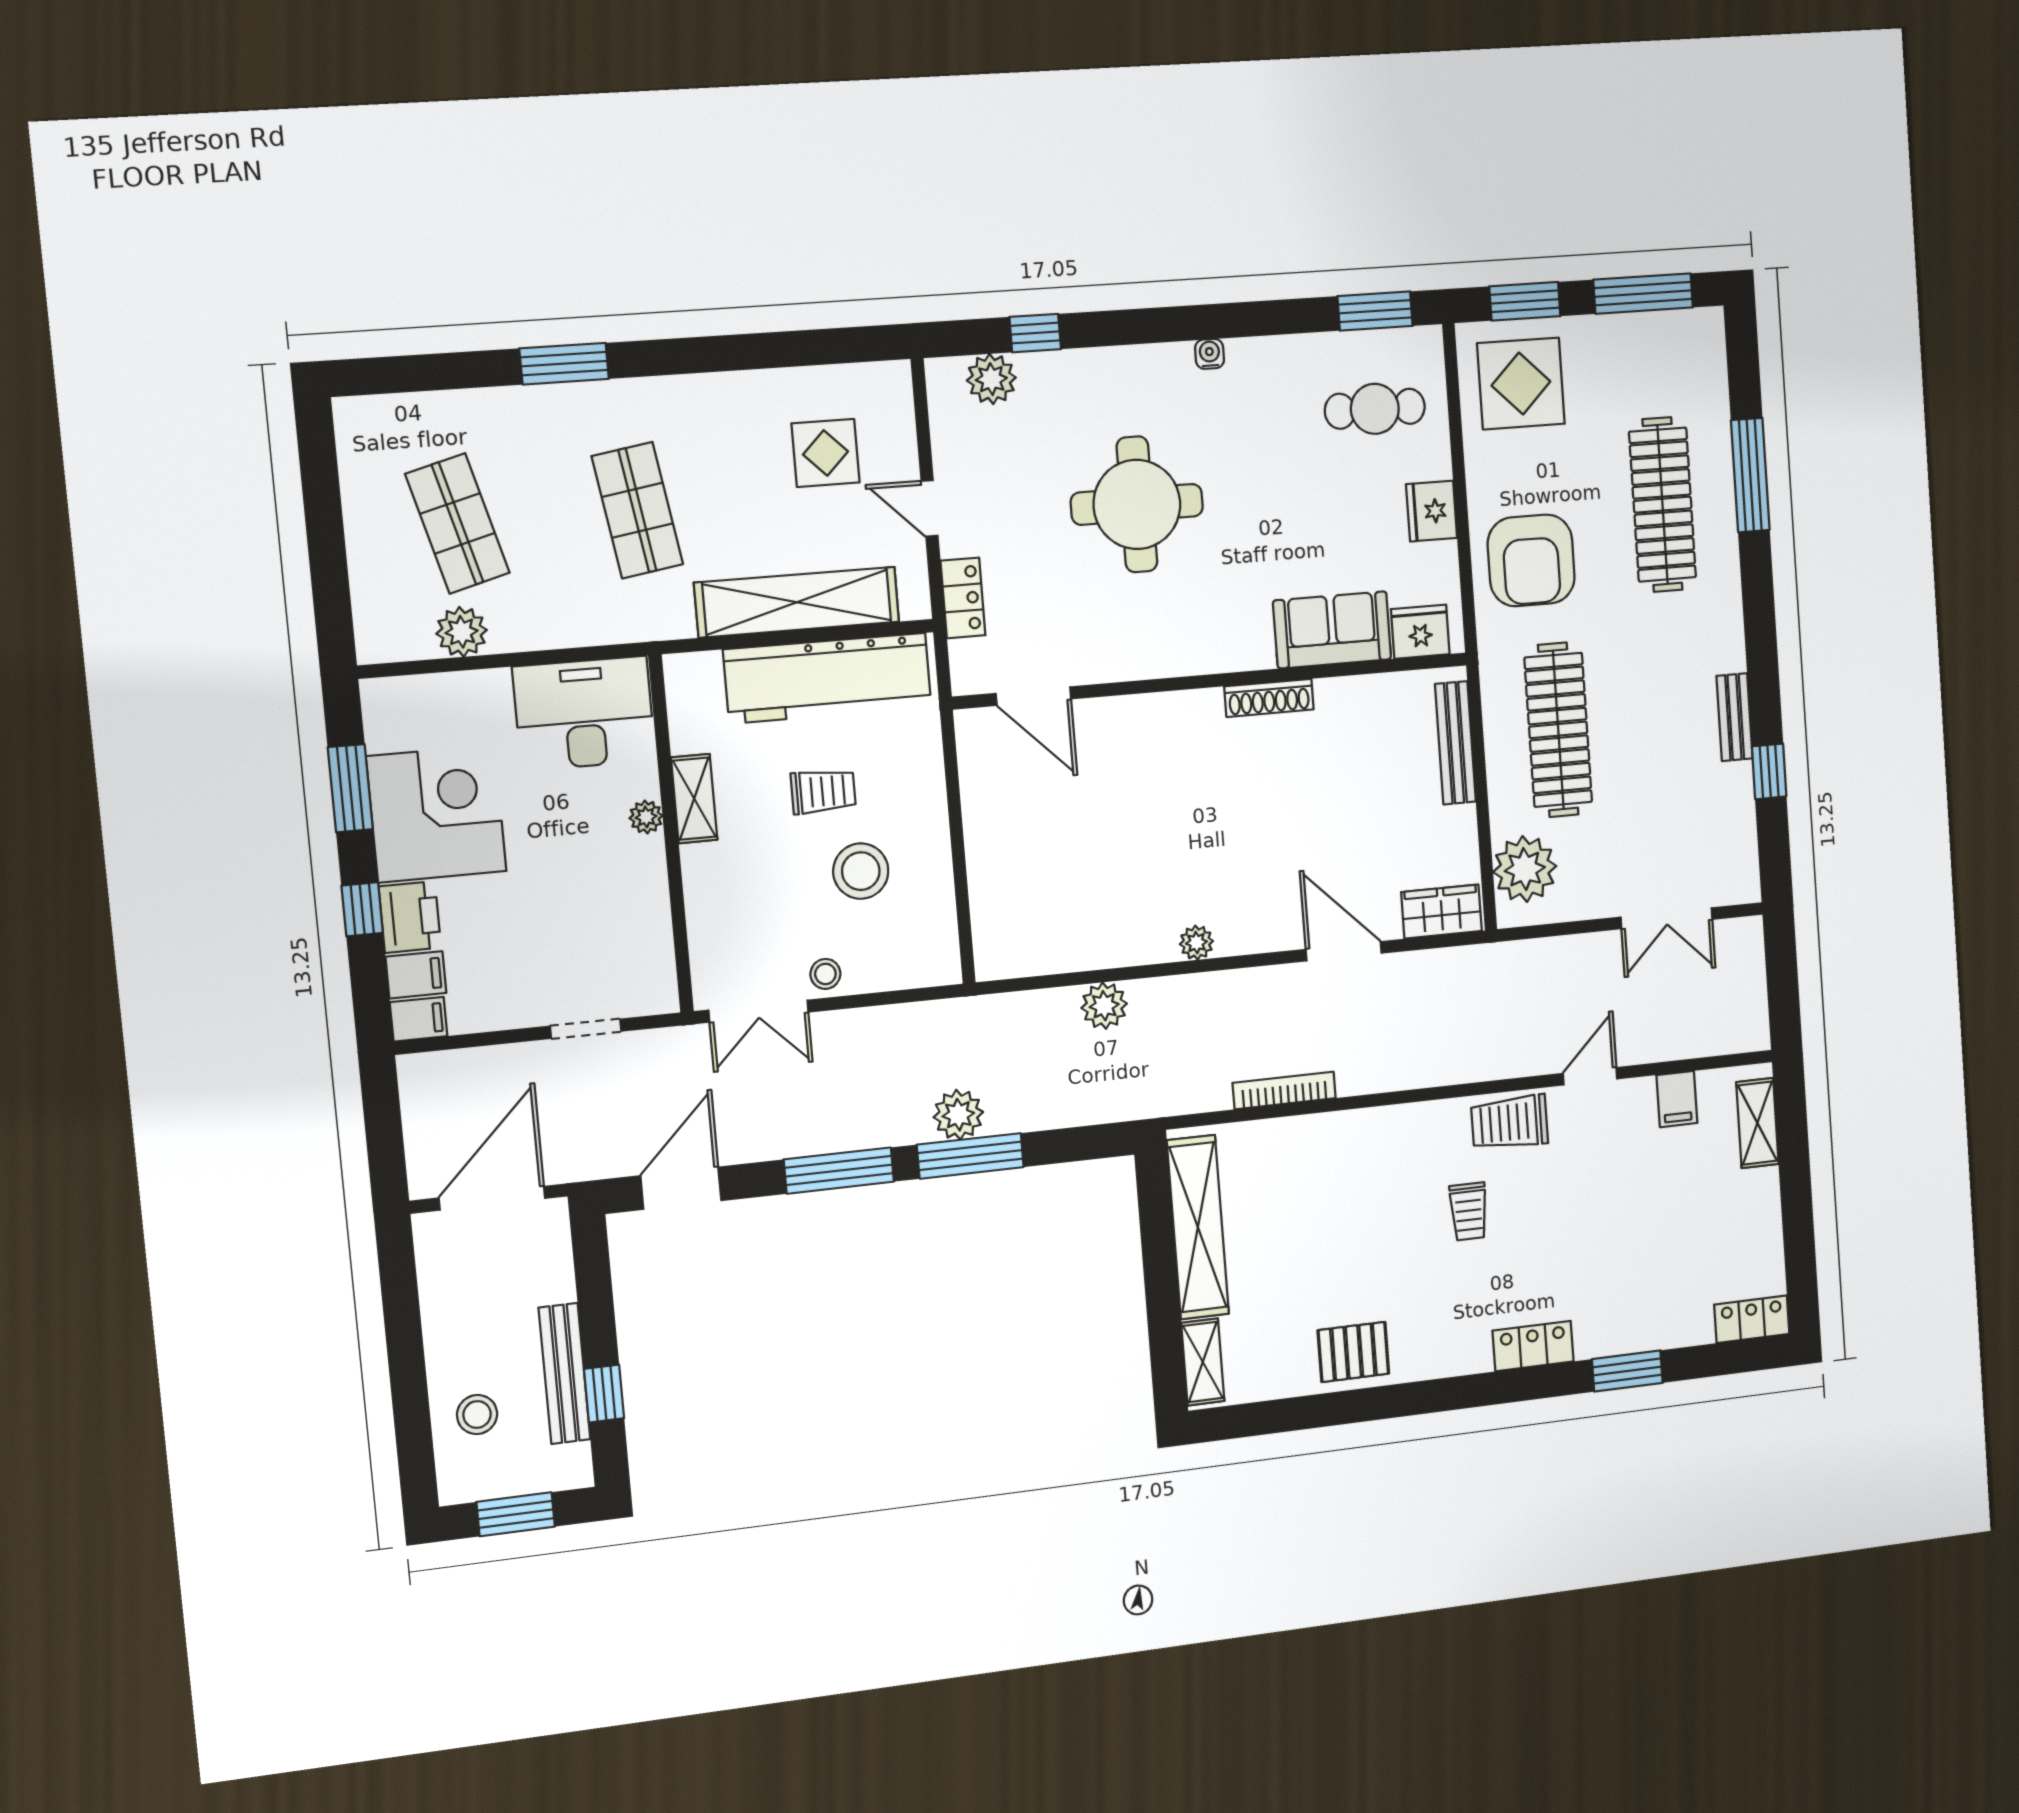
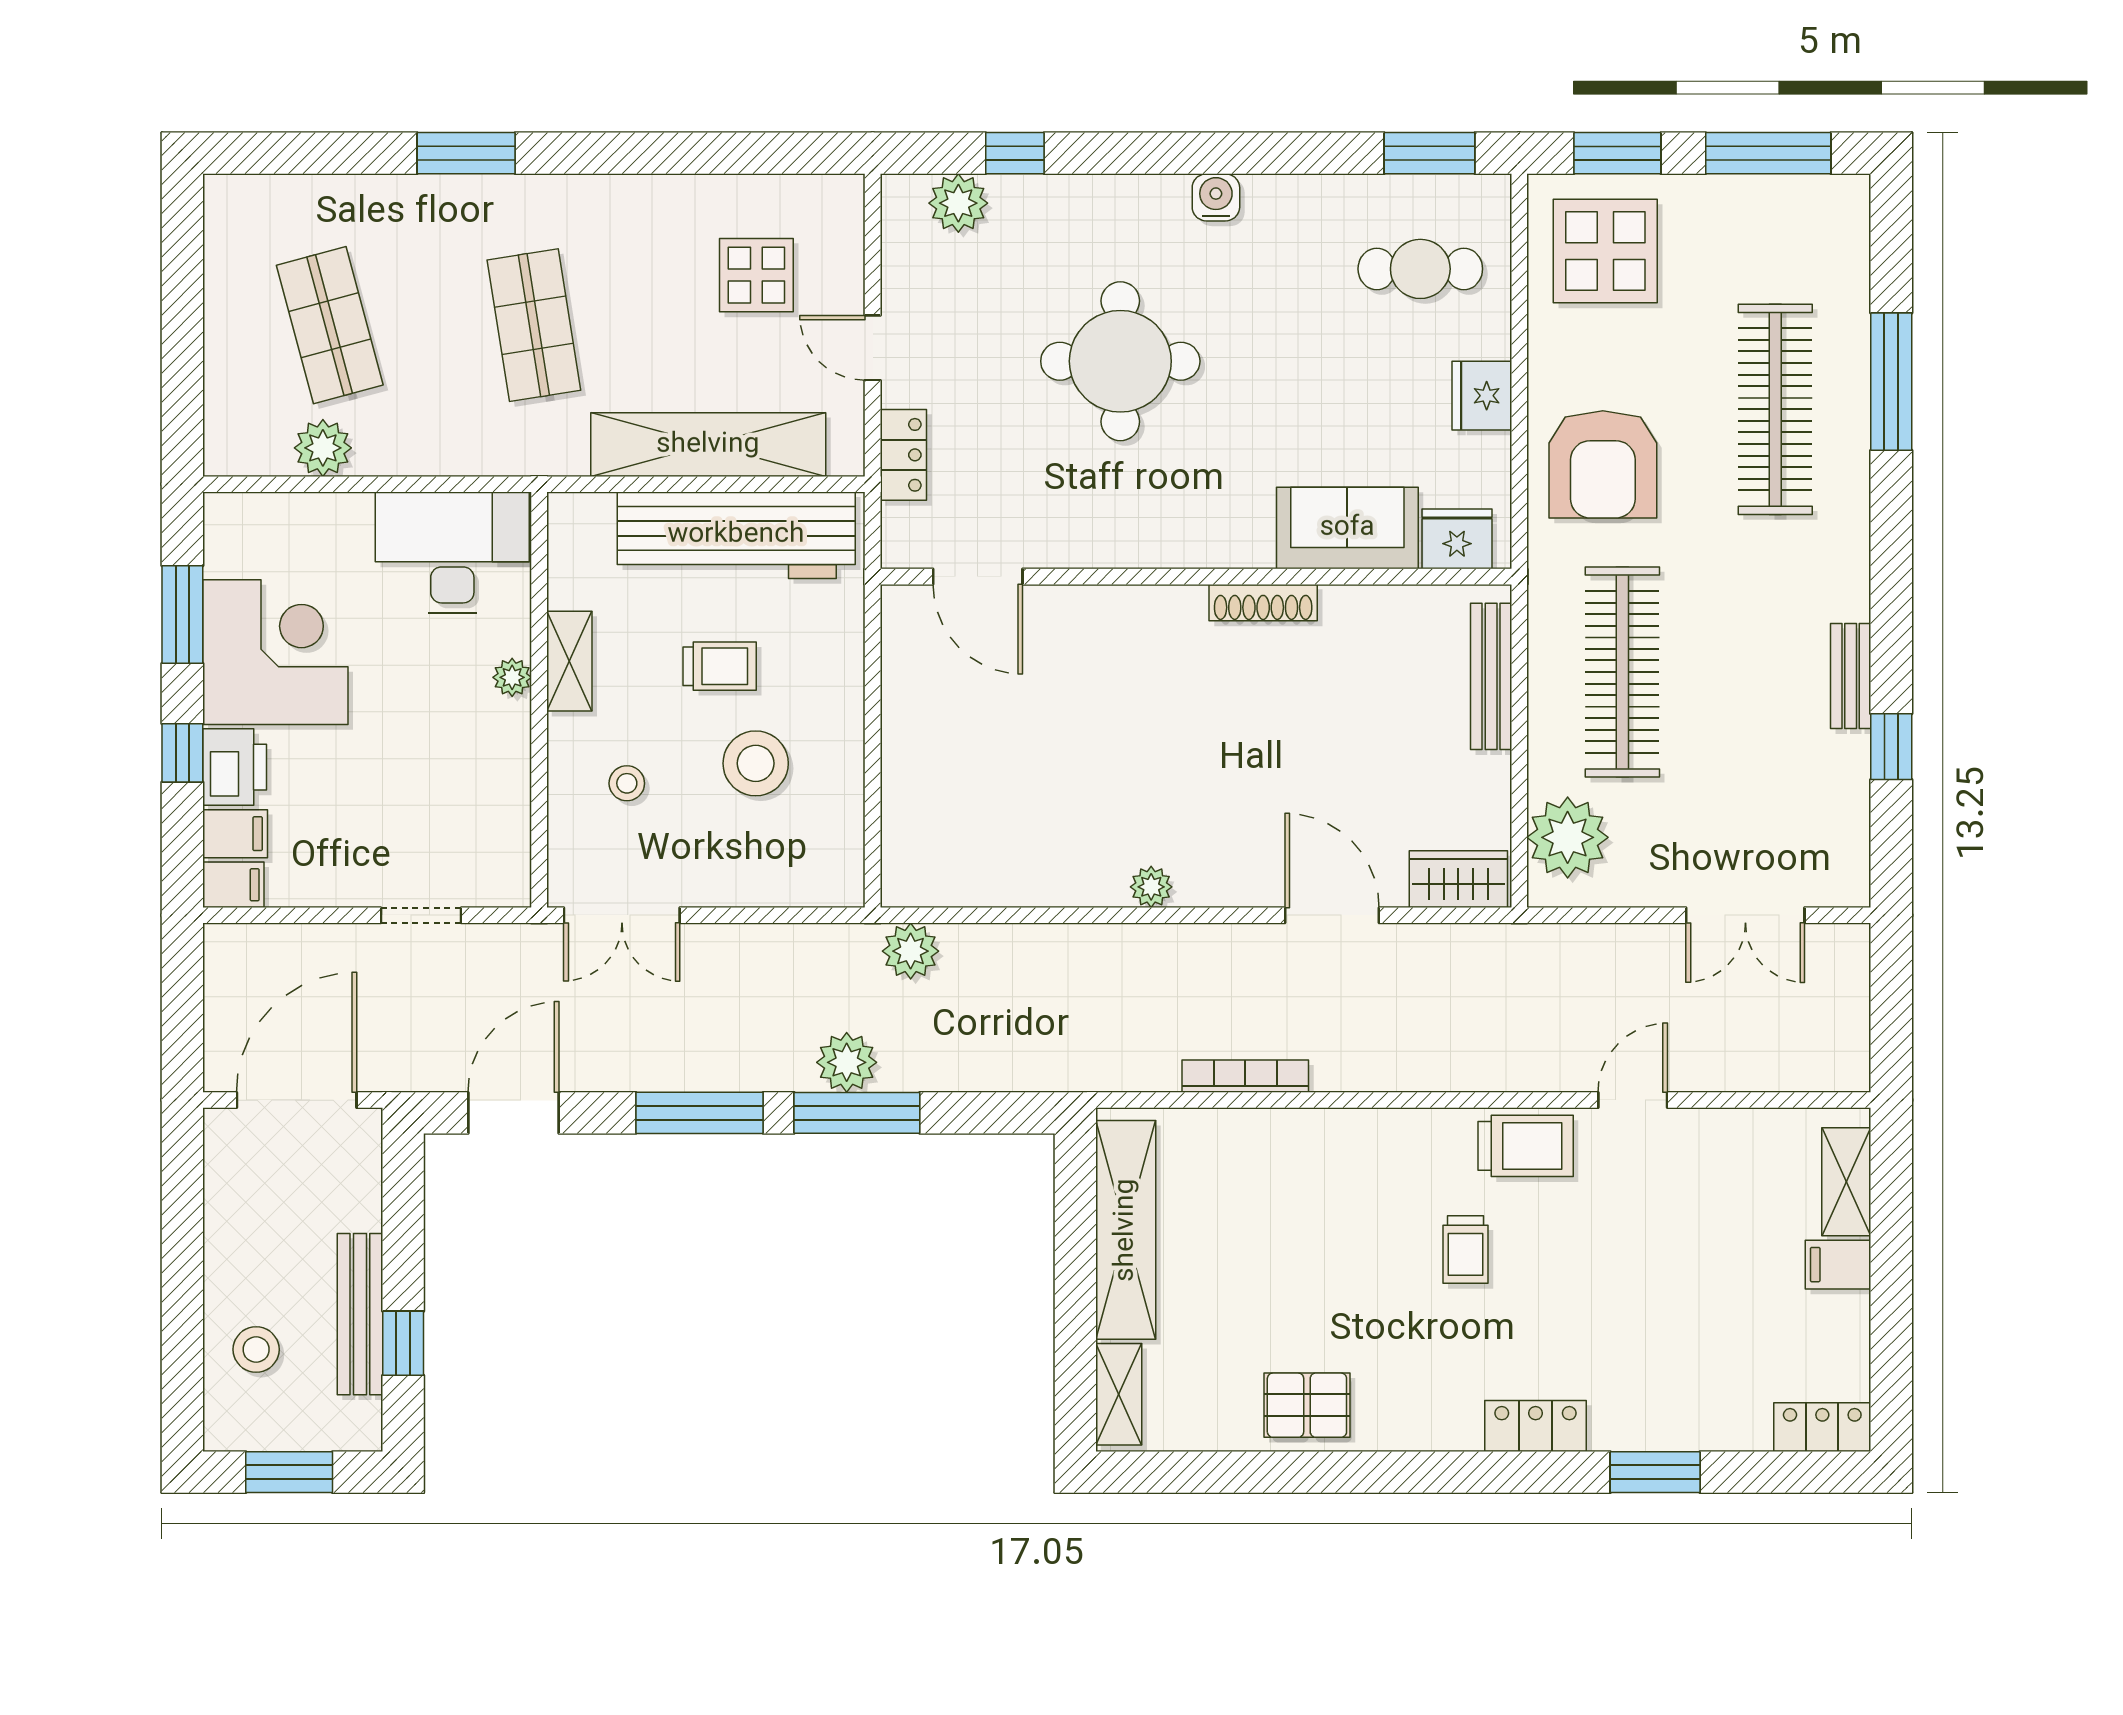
water cooler: (1210, 354) -> (1216, 197), width x1.38, depth x1.38
stool: (825, 974) -> (627, 783), moved
plant: (1104, 1006) -> (911, 951), moved
filing cabinet: (1677, 1099) -> (1838, 1265), moved, turned 90
trolley: (1510, 1122) -> (1526, 1146), turned 180

